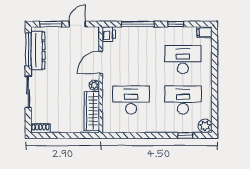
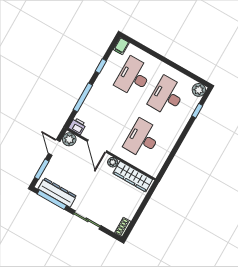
plant: (92, 34) -> (69, 139), added

